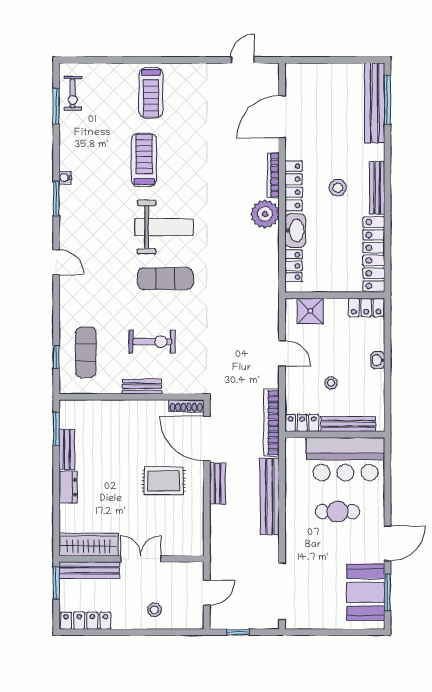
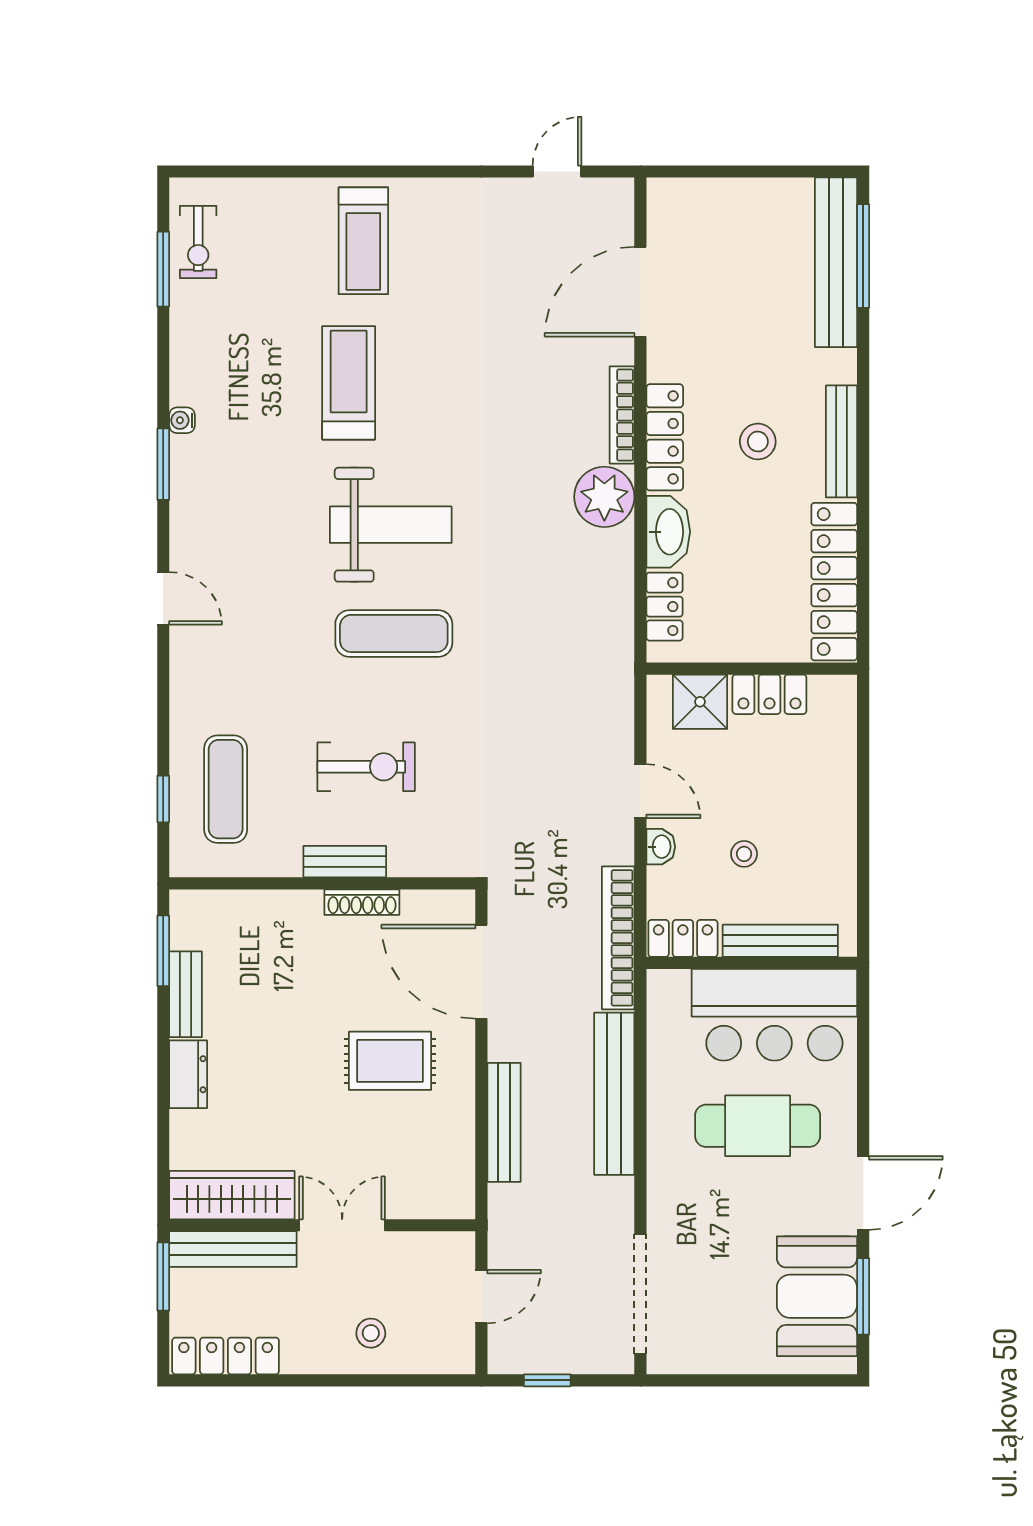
locker: (366, 307) -> (769, 694), moved
washbasin: (378, 360) -> (661, 847), moved, turned 180
shoe rack: (186, 406) -> (362, 902), moved
bench: (217, 484) -> (504, 1122), moved, width x1.36
cafe table: (338, 512) -> (758, 1126), width x1.37, depth x1.35

